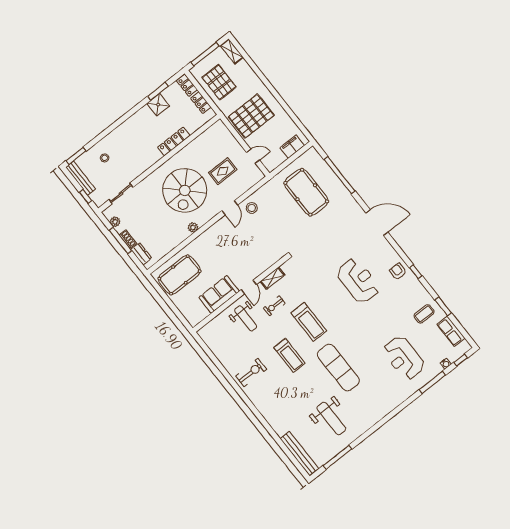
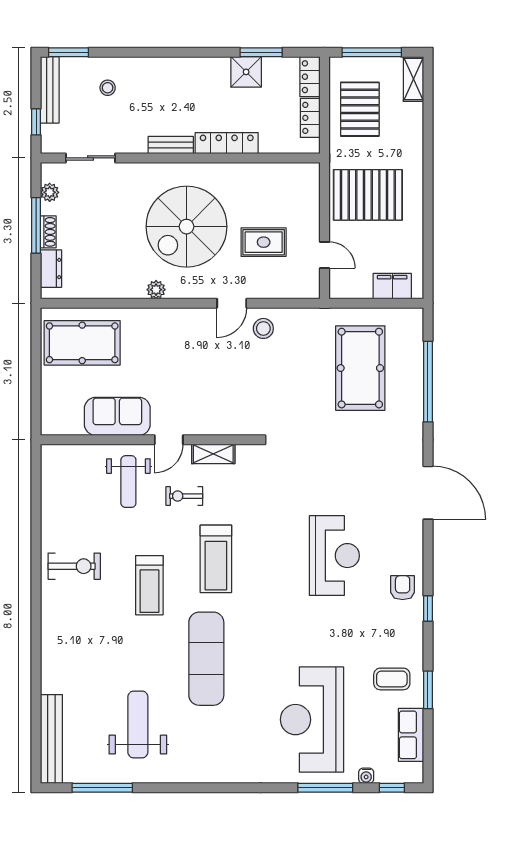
bench: (151, 161) -> (171, 145), added
reception desk: (404, 358) -> (312, 720), width x1.36, depth x1.30
weight bench: (331, 419) -> (138, 724), turned 180

